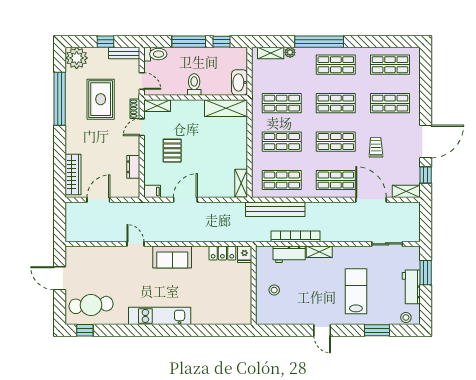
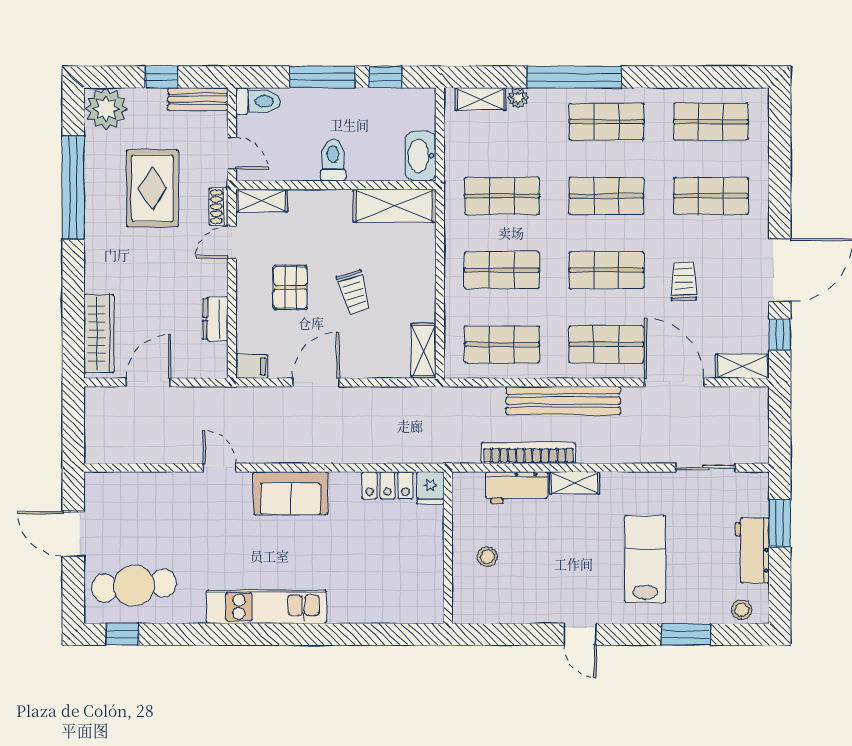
trolley: (205, 153) -> (354, 292), added
bench: (275, 209) -> (563, 401), moved

